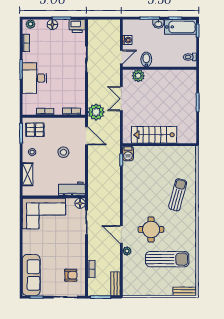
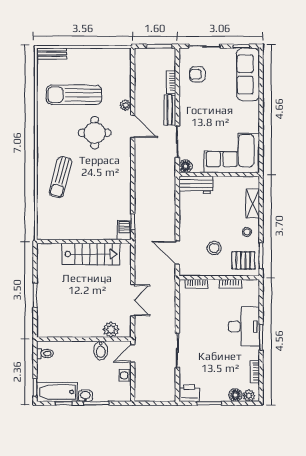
floor lamp: (52, 25) -> (235, 395), moved
plant: (96, 112) -> (165, 283), removed
stool: (63, 152) -> (214, 248), moved
bench: (115, 284) -> (170, 110), moved

